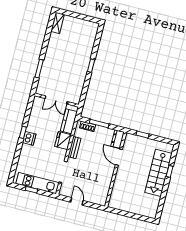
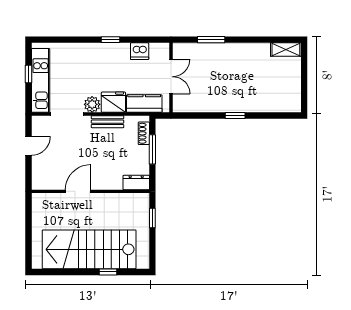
double door: (56, 100) -> (171, 77), swing flipped
dishwasher: (29, 138) -> (140, 51), moved
plant: (61, 154) -> (92, 104), added
door: (119, 157) -> (78, 191), moved
stairs: (158, 173) -> (89, 249), width x1.36, depth x1.51

